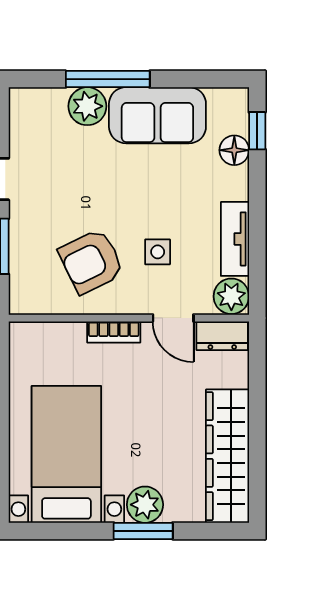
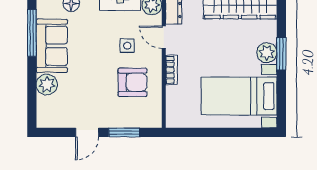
window: (108, 79) -> (32, 33), moved
armchair: (91, 261) -> (132, 82), turned -64
door: (173, 318) -> (164, 37), swing flipped

